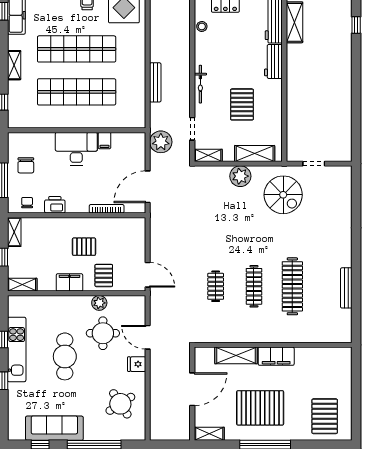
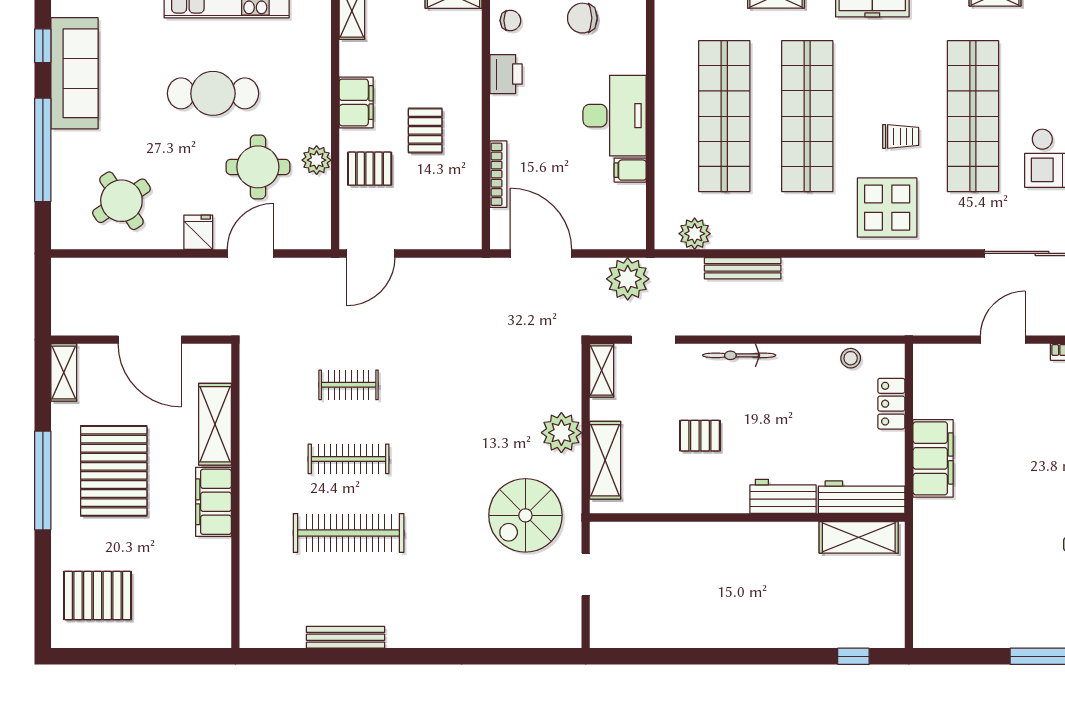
pallet: (242, 104) -> (700, 436), width x0.67, depth x0.71
plant: (137, 107) -> (695, 234), added

